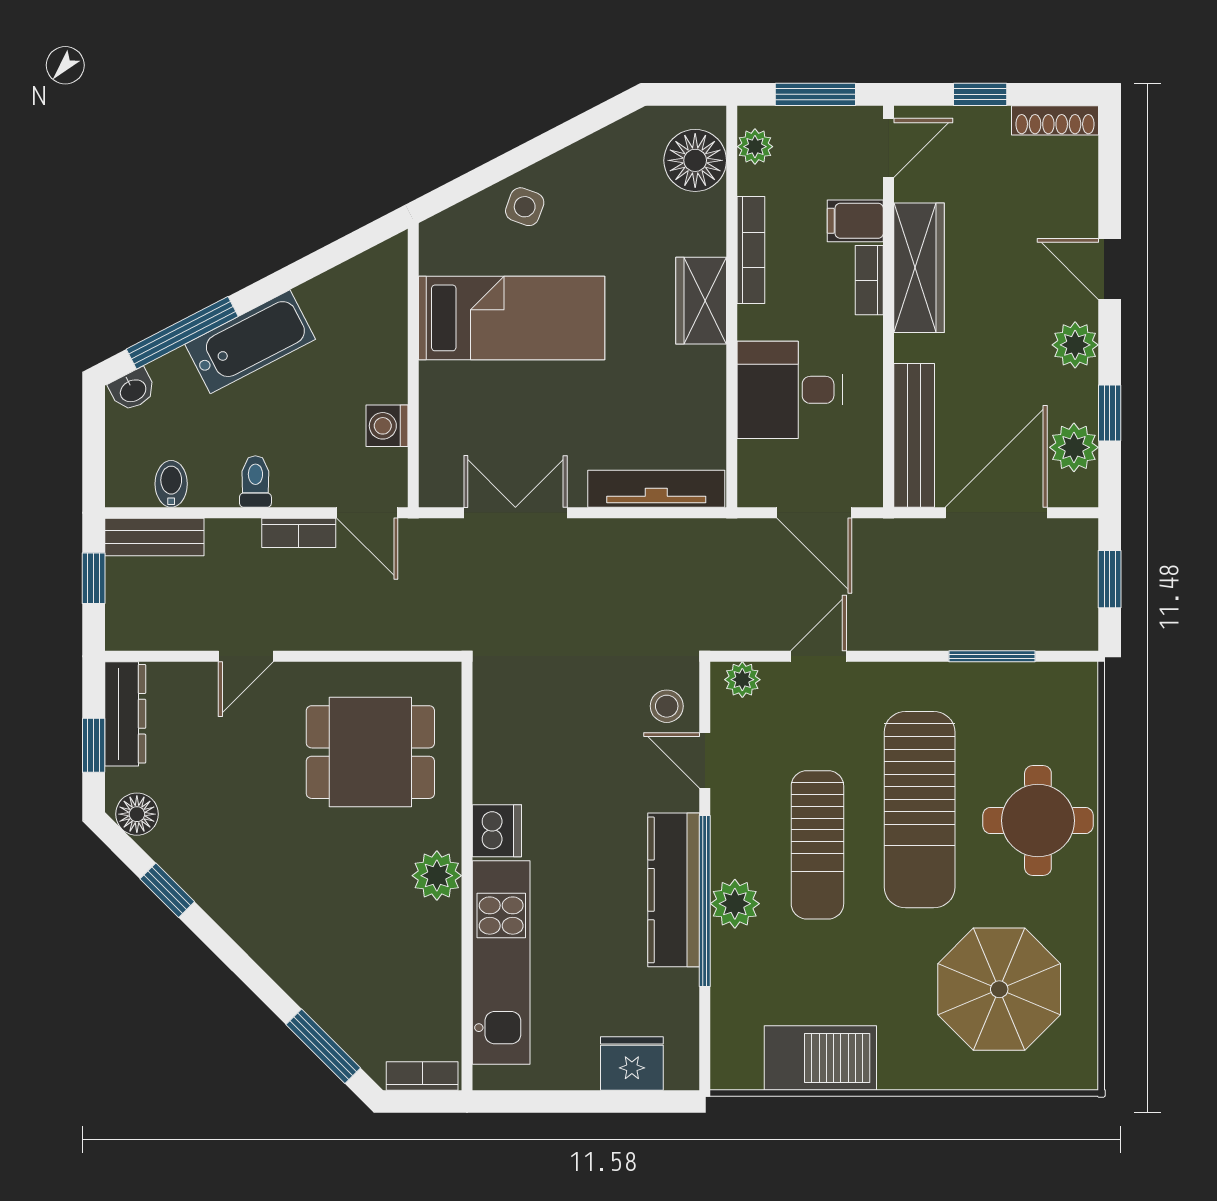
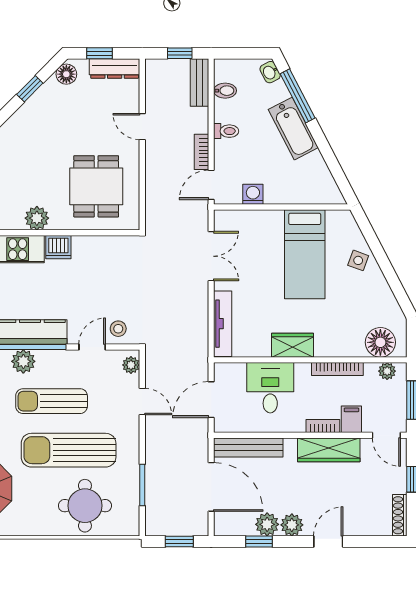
wardrobe: (701, 301) -> (292, 345), moved
plant: (1074, 447) -> (267, 524), moved
round table: (1038, 821) -> (85, 506), moved

